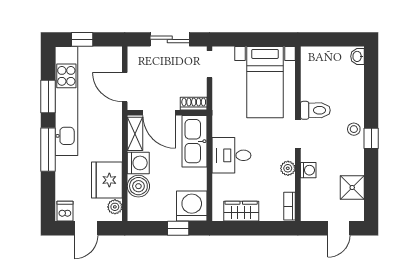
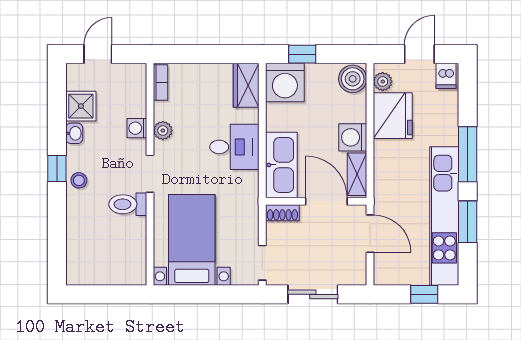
washbasin: (358, 56) -> (74, 133), moved
boiler: (138, 186) -> (353, 79), moved
wardrobe: (241, 211) -> (246, 85), moved, turned 90

